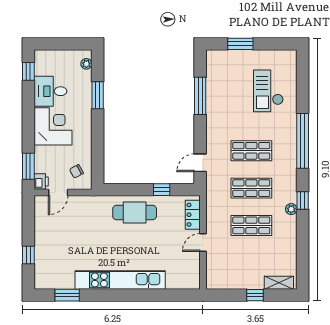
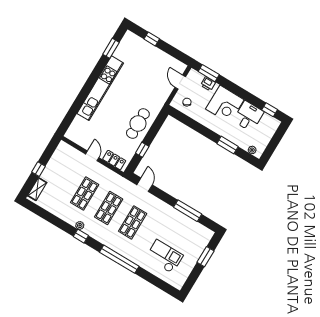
printer: (41, 181) -> (208, 84), moved

